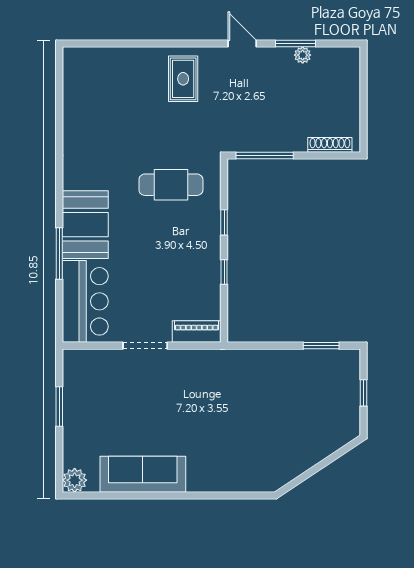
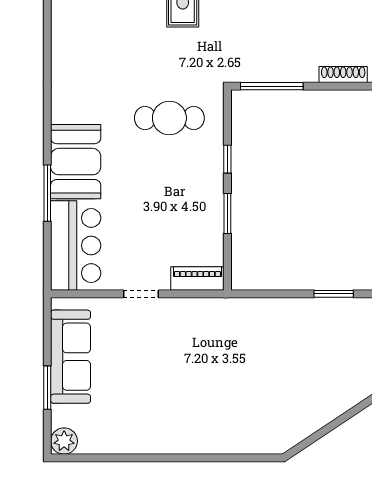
window: (224, 272) -> (227, 214), width x1.50
doorway: (145, 346) -> (141, 294), width x0.73
window: (59, 406) -> (47, 388), moved
sofa: (143, 474) -> (71, 357), moved, turned 90

